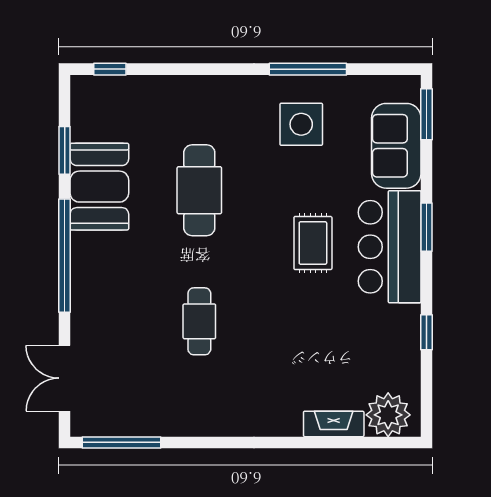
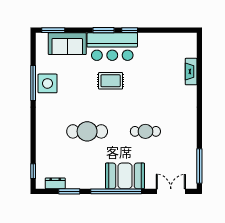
dresser: (83, 119) -> (55, 183), added
side table: (301, 124) -> (47, 83), moved
booth: (99, 187) -> (125, 176), moved
window: (427, 332) -> (130, 30), moved
double door: (65, 378) -> (171, 191), swing flipped
plant: (388, 415) -> (187, 47), removed

